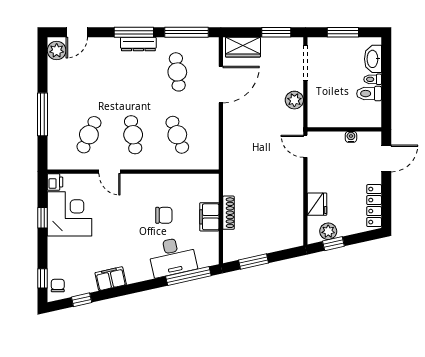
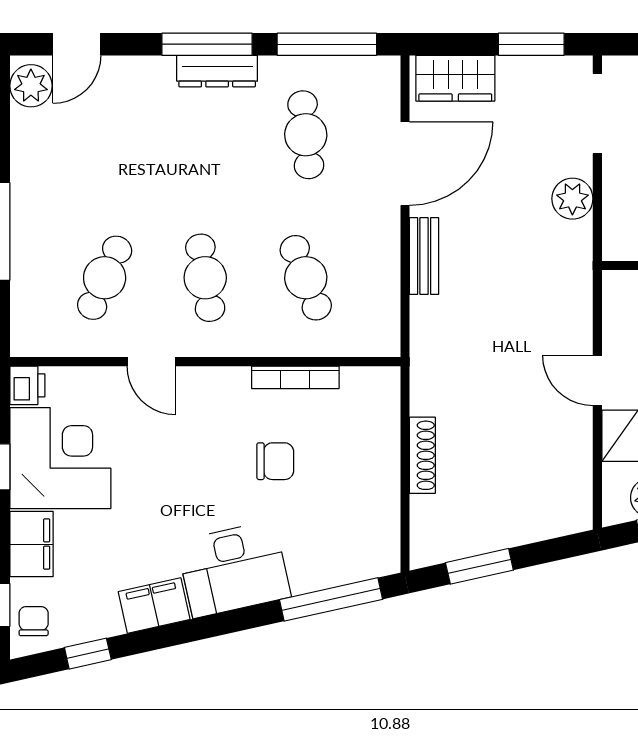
bench: (229, 125) -> (424, 256), added
door: (305, 146) -> (597, 380), moved
bookcase: (173, 178) -> (295, 377), added
filing cabinet: (209, 217) -> (31, 544), moved, turned 180
desk: (172, 257) -> (234, 569), moved

